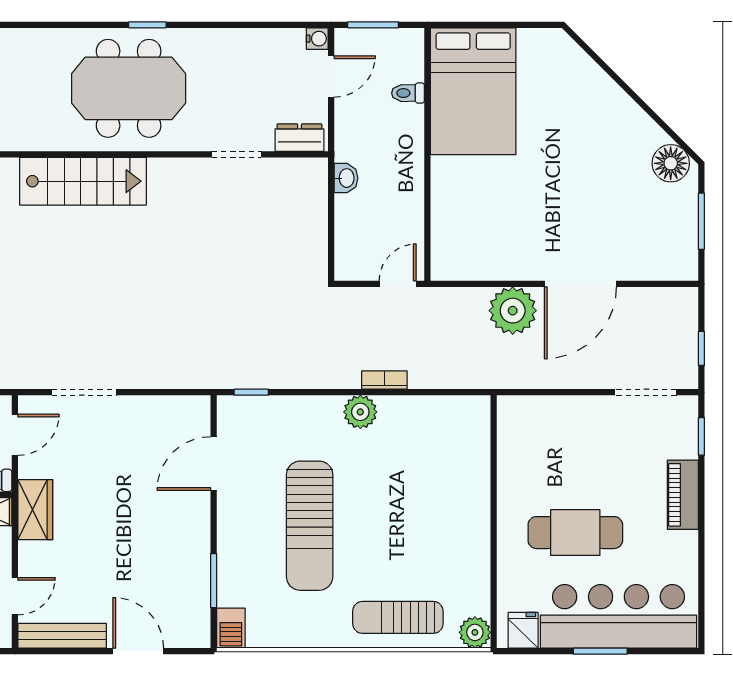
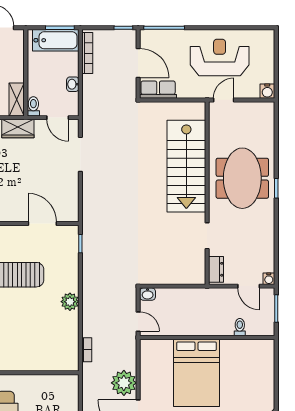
bed: (473, 91) -> (197, 373), moved, turned -90
washbasin: (346, 178) -> (148, 294), moved
stairs: (83, 181) -> (186, 166), width x1.36, depth x1.51
bookcase: (384, 380) -> (87, 350), moved

